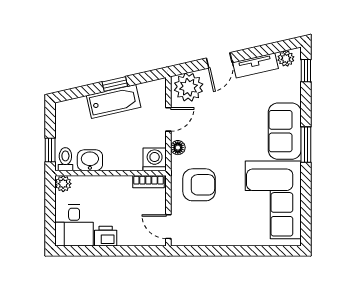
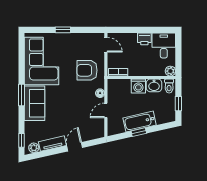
plant: (189, 87) -> (94, 130), removed
window: (50, 150) -> (178, 104), moved
washing machine: (155, 159) -> (138, 86), moved
window: (239, 251) -> (63, 30), added

